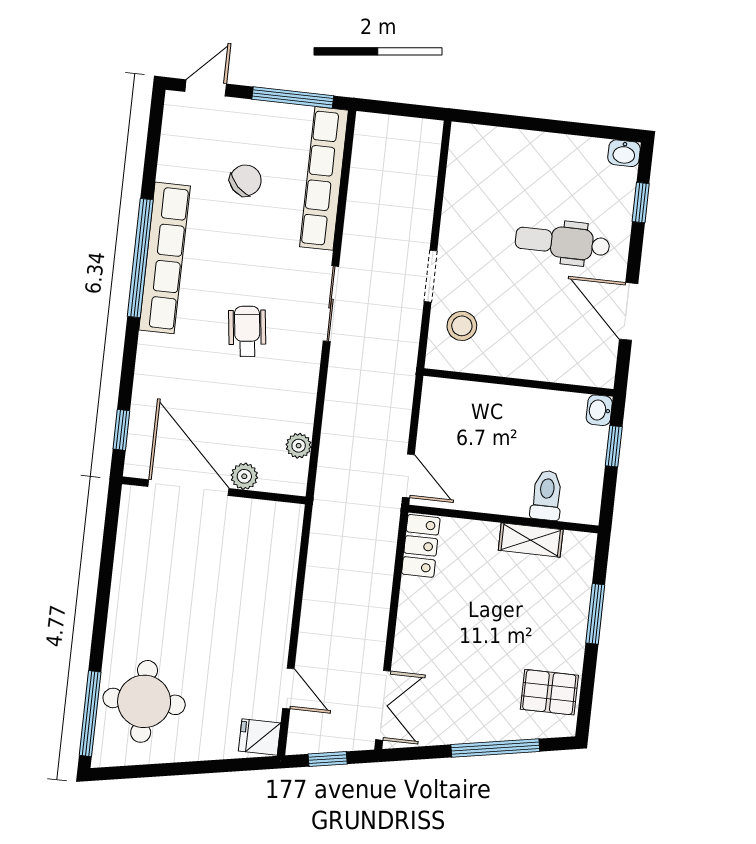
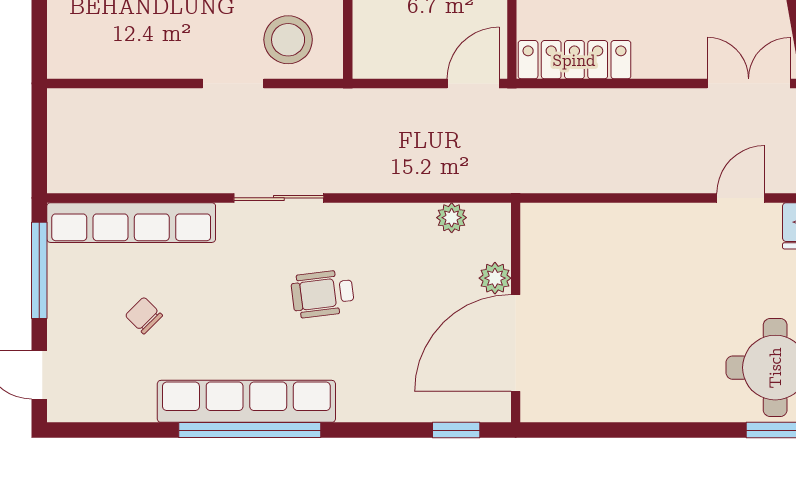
chair: (245, 180) -> (144, 315), width x0.73, depth x0.73
stool: (462, 326) -> (288, 40), width x1.38, depth x1.38
locker: (421, 546) -> (574, 60), width x1.53

